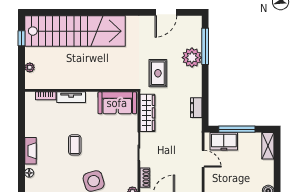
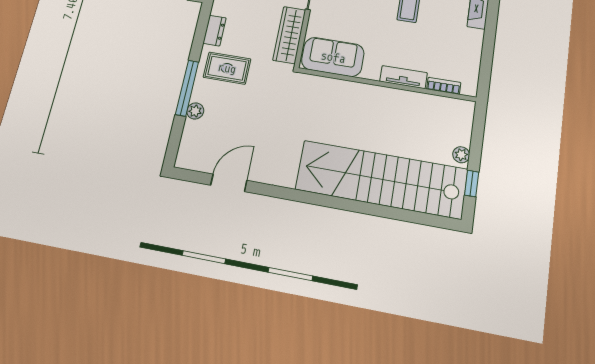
window: (205, 46) -> (187, 88), moved
plant: (192, 58) -> (195, 111), width x0.53, depth x0.53
plant: (30, 67) -> (461, 155), moved
rug: (158, 73) -> (227, 68), moved, turned 90

